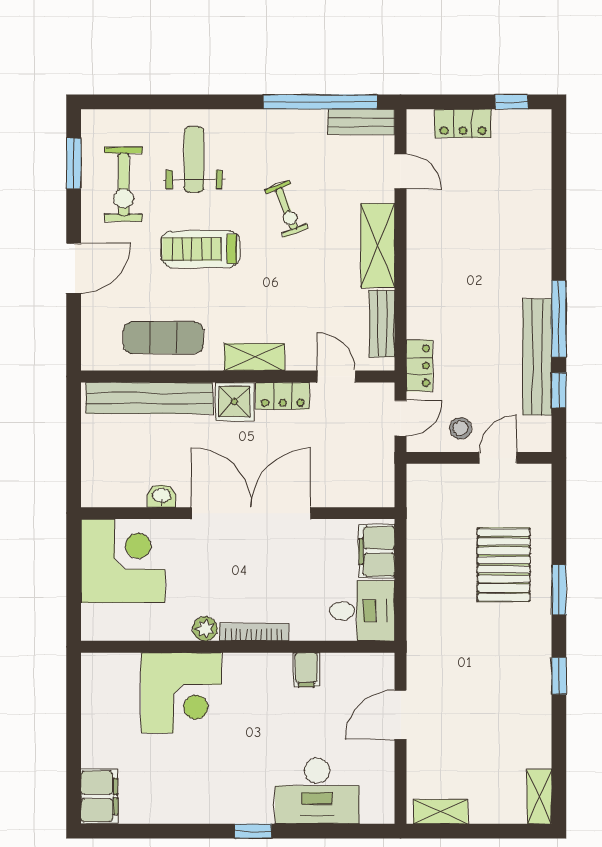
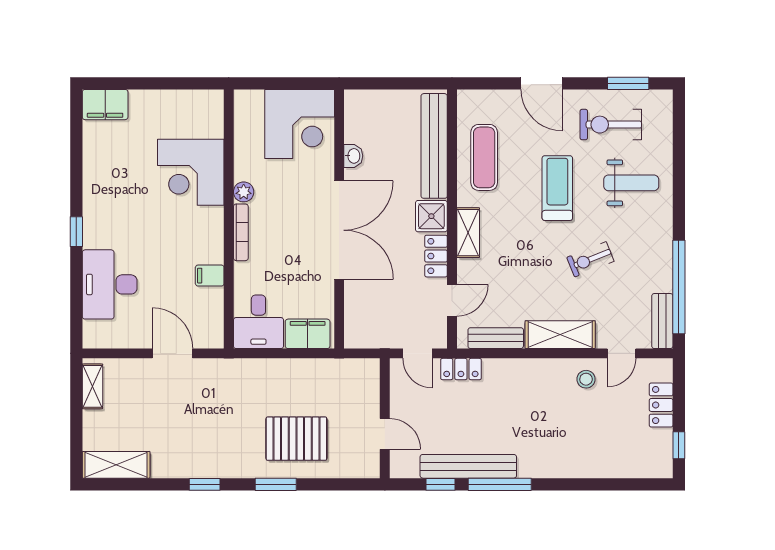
stool: (461, 428) -> (586, 379), moved
shelving: (539, 797) -> (116, 465), width x1.50, depth x1.33

